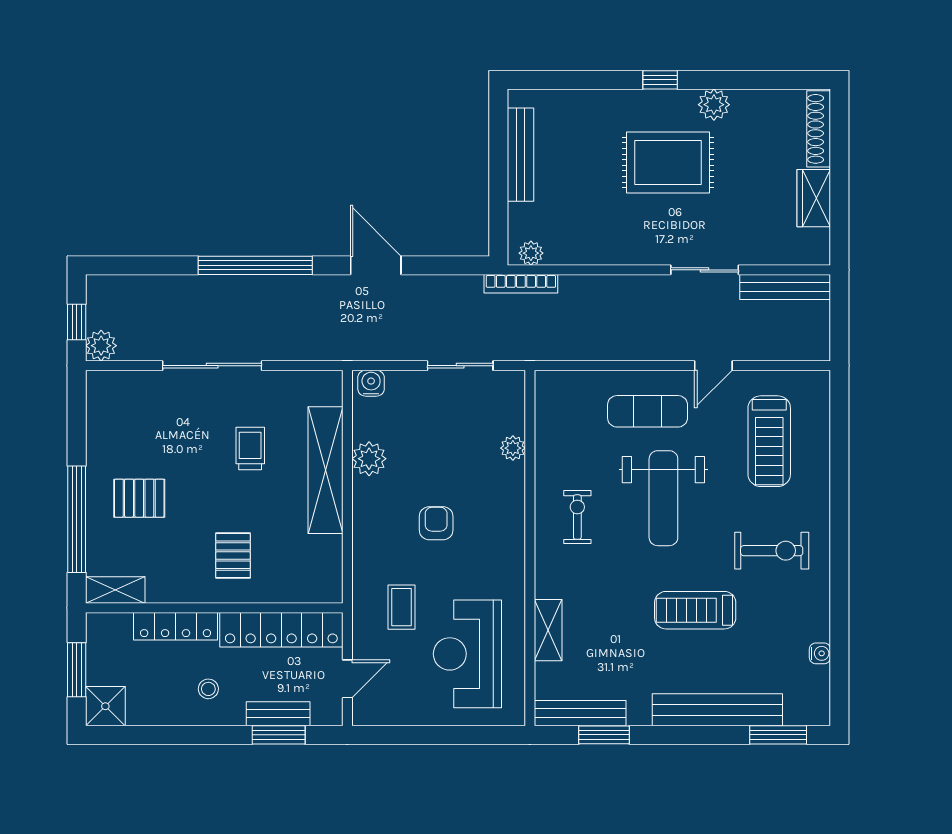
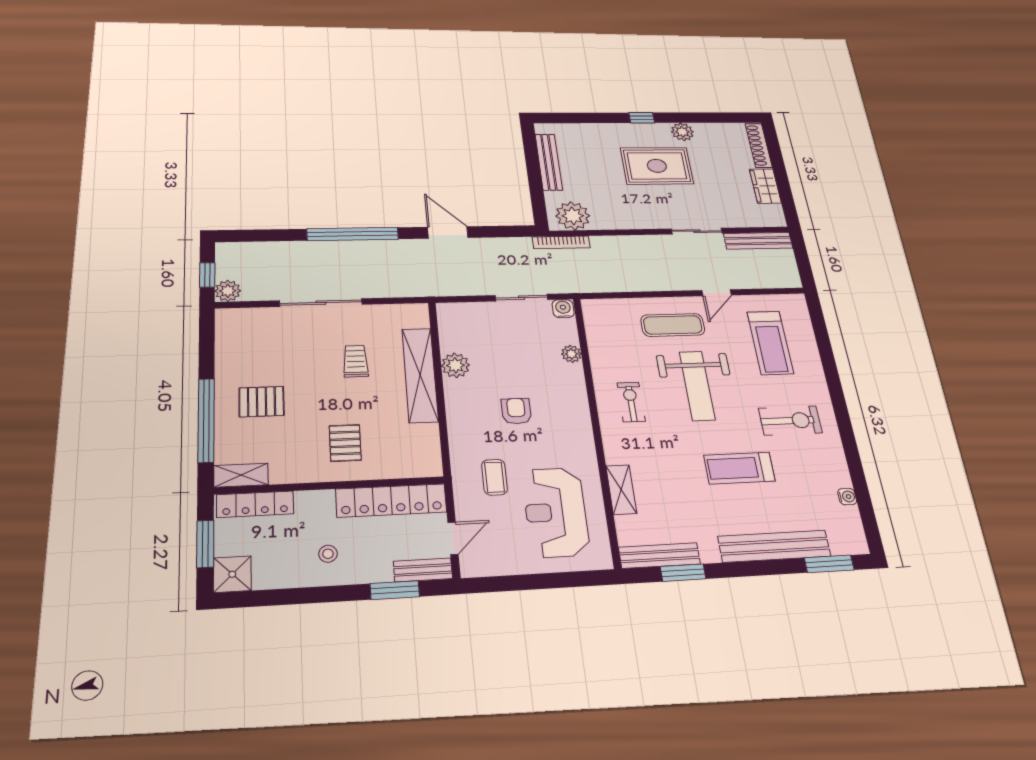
plant: (531, 253) -> (573, 216), width x1.88, depth x1.88
water cooler: (371, 383) -> (563, 309), moved
locker: (176, 626) -> (255, 504), moved
bench: (278, 714) -> (423, 570), moved

